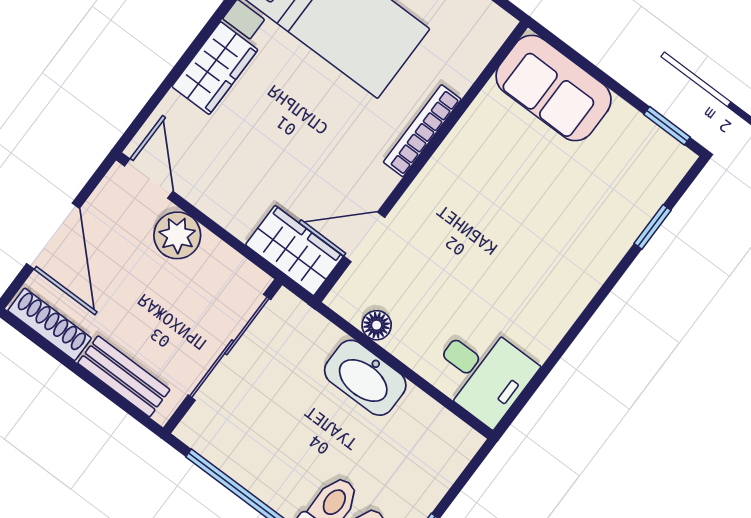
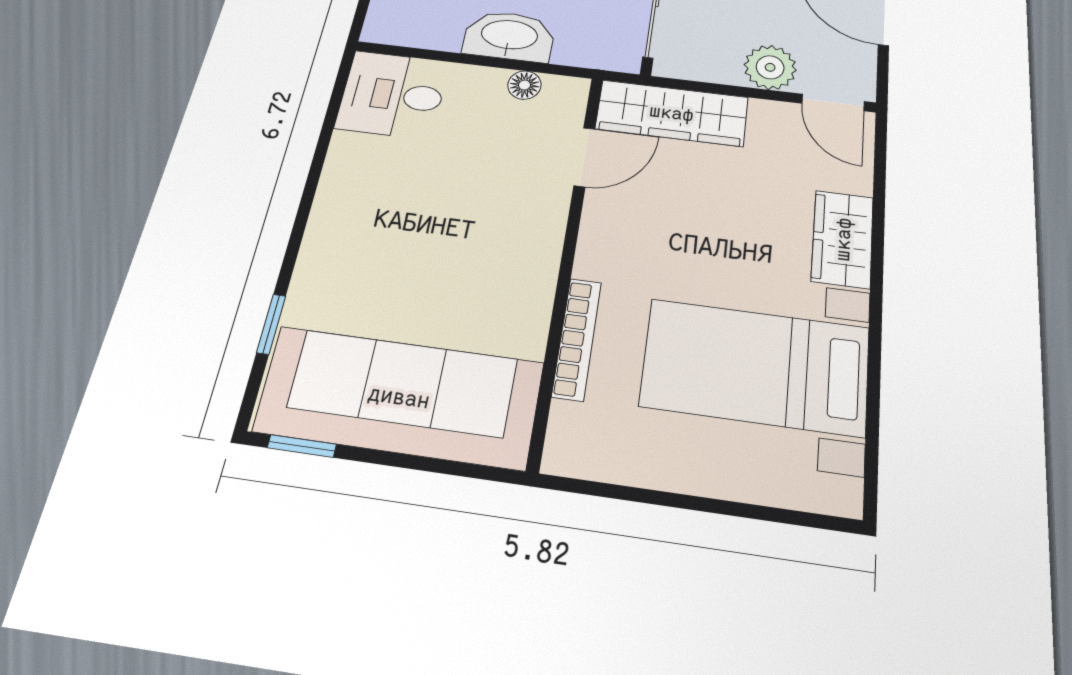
sofa: (554, 88) -> (400, 397), width x1.85, depth x1.27
bookcase: (422, 131) -> (577, 339), moved
wardrobe: (294, 251) -> (672, 113), width x1.50

